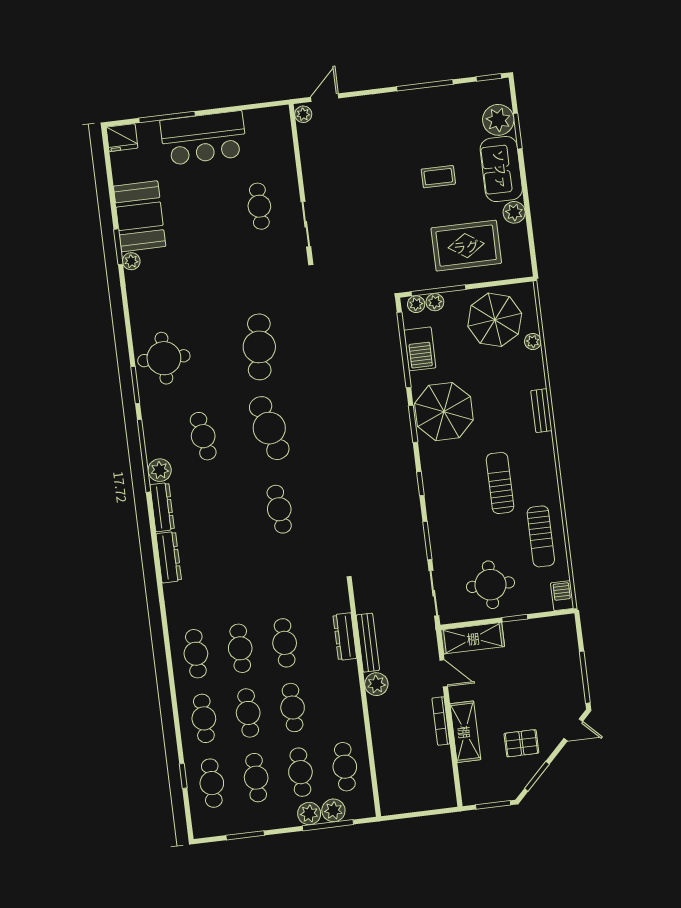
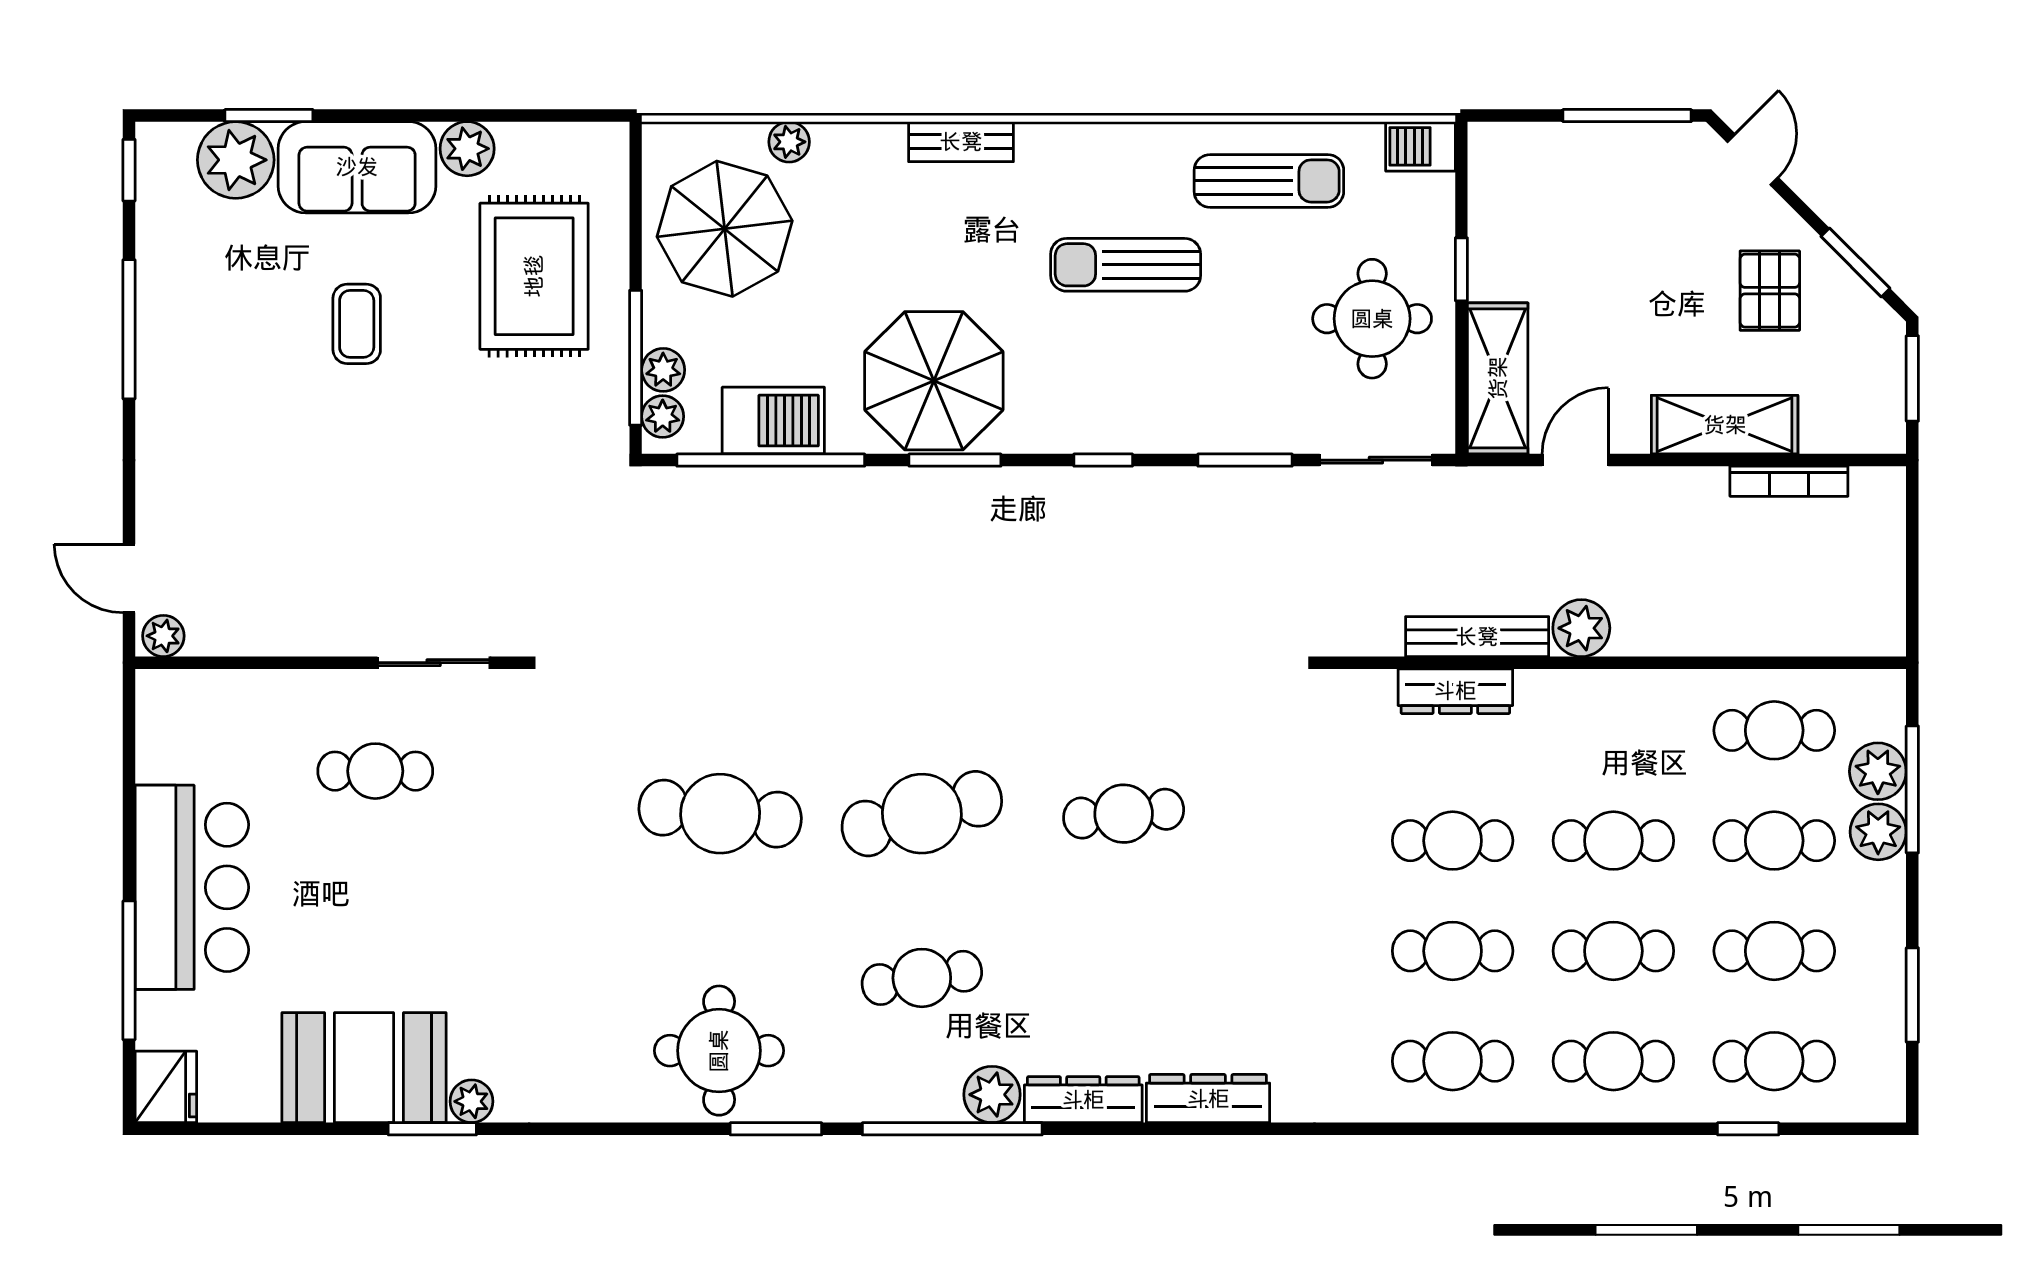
bookcase: (441, 721) -> (1789, 481), moved

